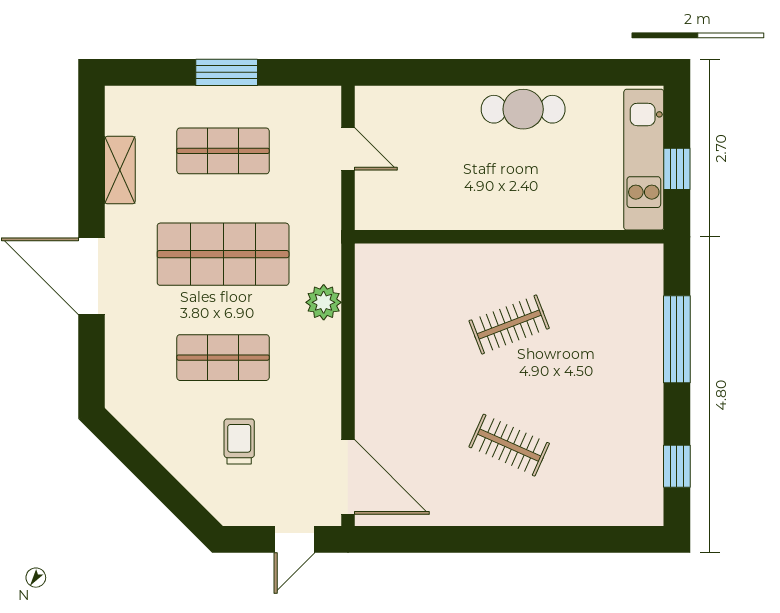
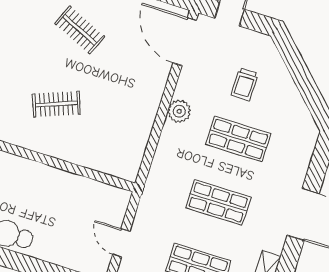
shop shelf: (223, 254) -> (218, 202), width x0.70, depth x0.74
plant: (324, 302) -> (179, 111), moved

